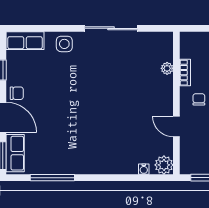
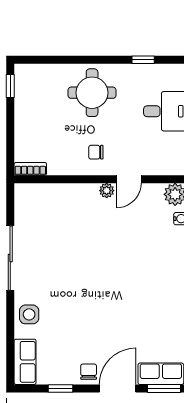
plant: (167, 68) -> (107, 191), moved
bookcase: (185, 73) -> (30, 169), moved

